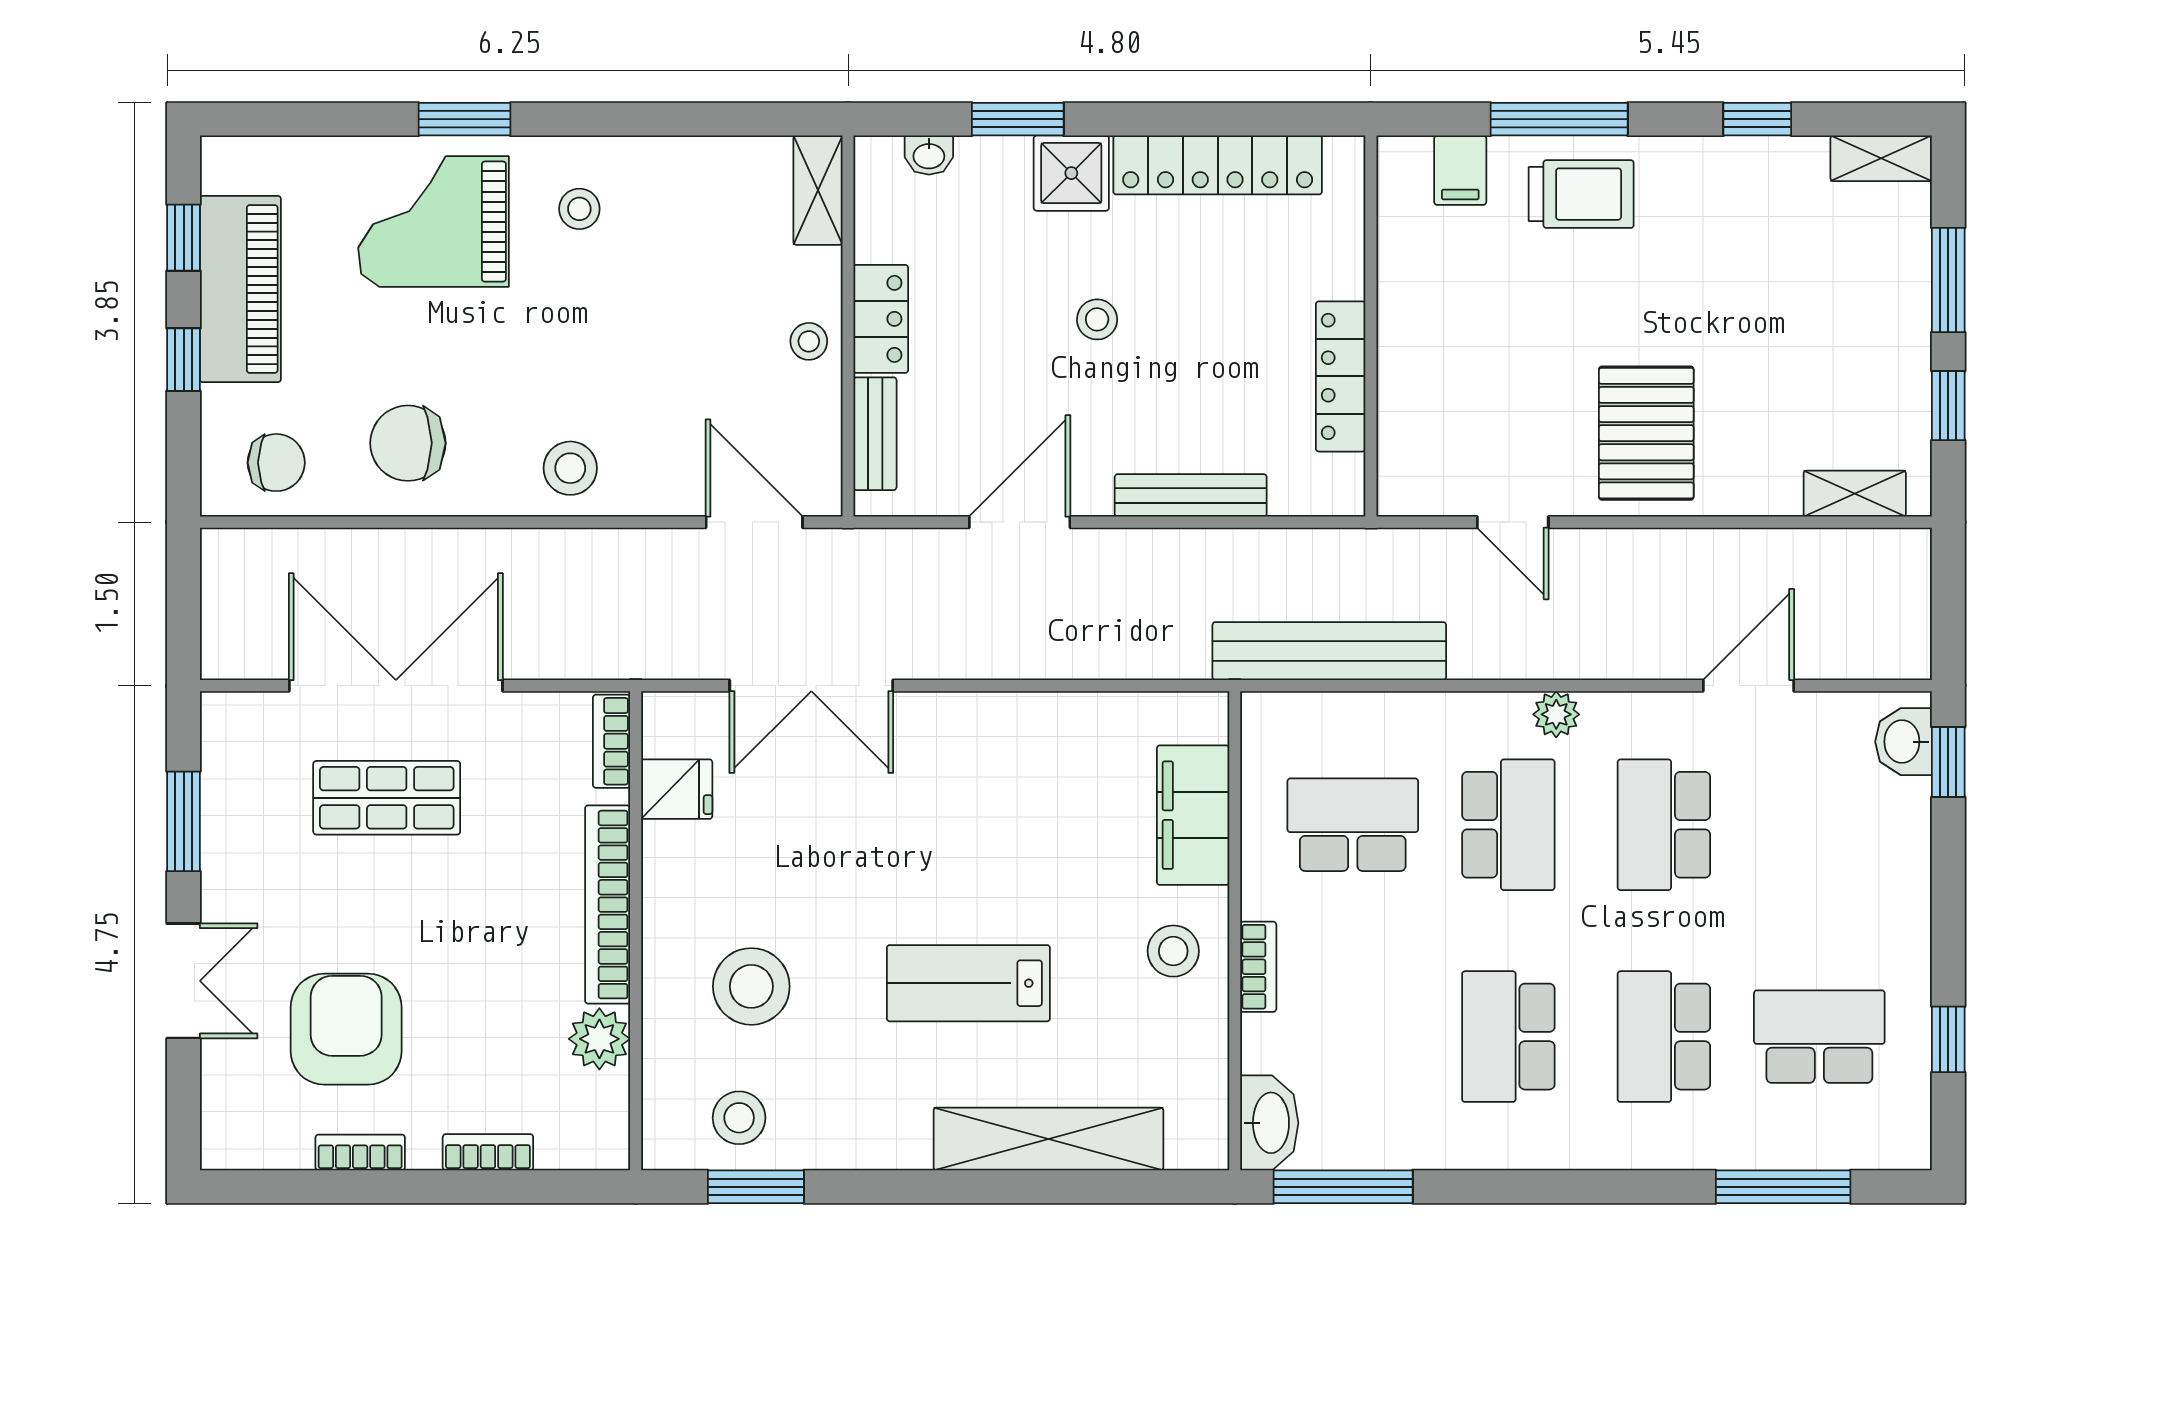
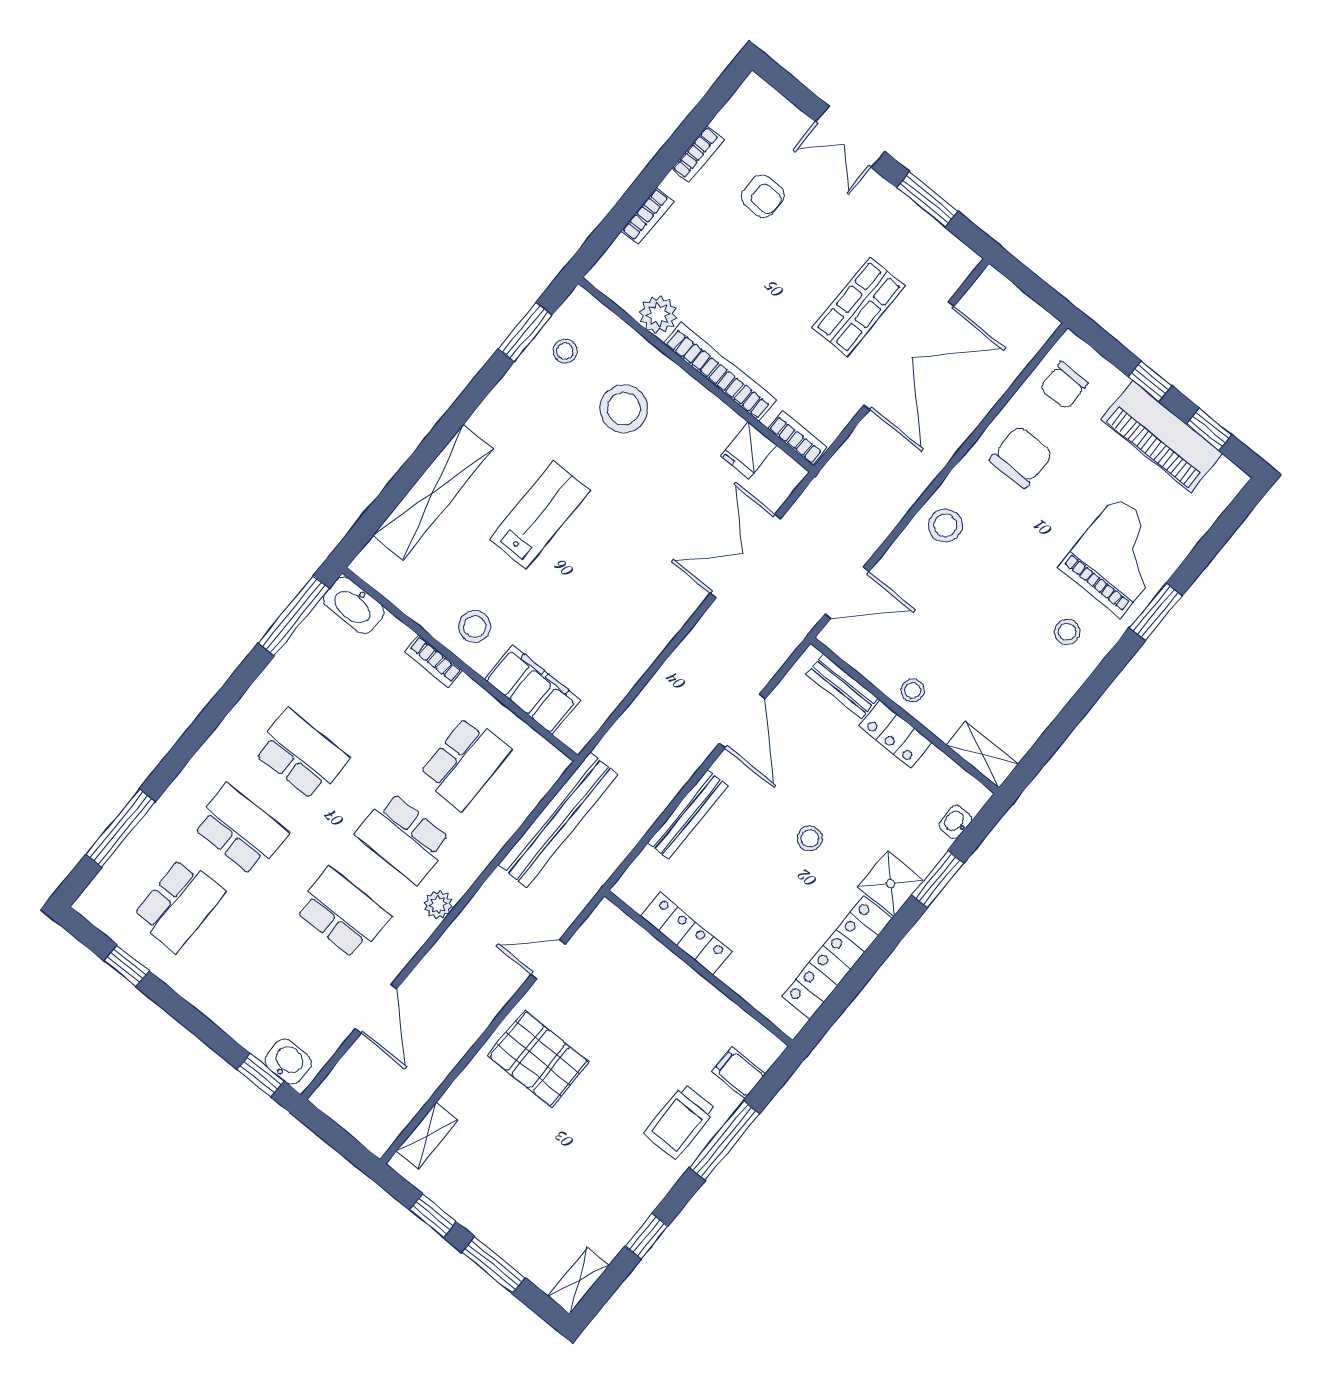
armchair: (346, 1029) -> (763, 196), width x0.53, depth x0.53
stool: (739, 1118) -> (565, 351), width x0.73, depth x0.73

